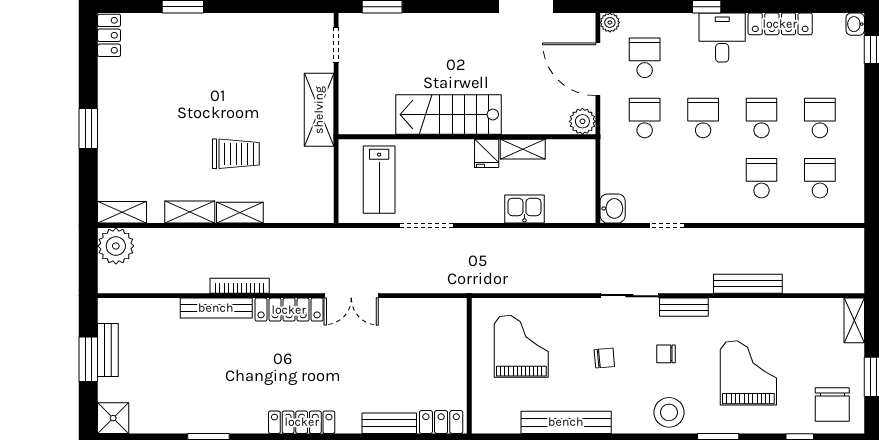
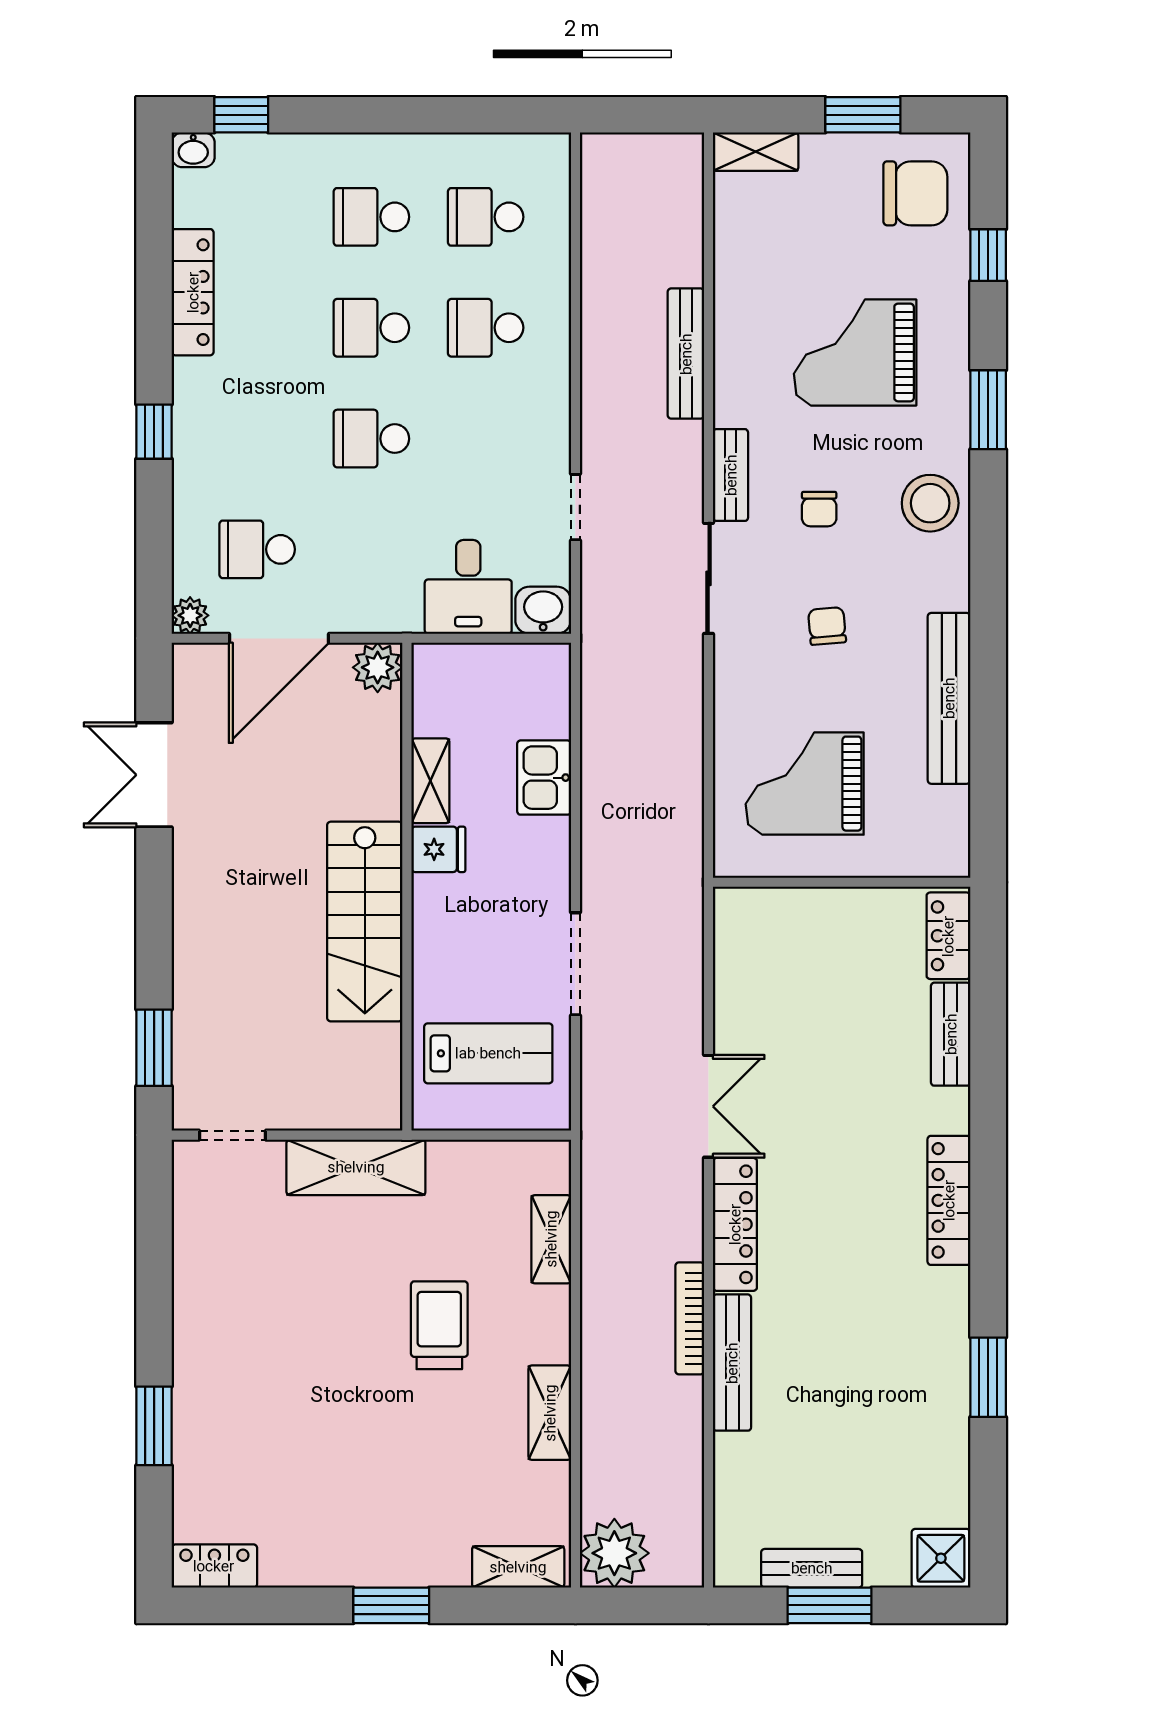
desk: (722, 38) -> (468, 587), moved, turned -90
school desk: (645, 118) -> (371, 549), removed
shelving: (122, 212) -> (518, 1567), moved, turned 90
shelving: (240, 213) -> (551, 1239), moved

